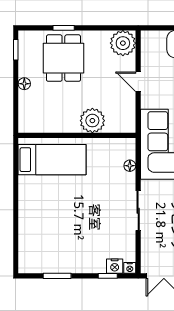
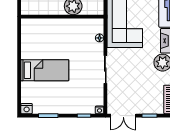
bed: (52, 160) -> (45, 70), moved
nightstand: (115, 266) -> (27, 109), moved

